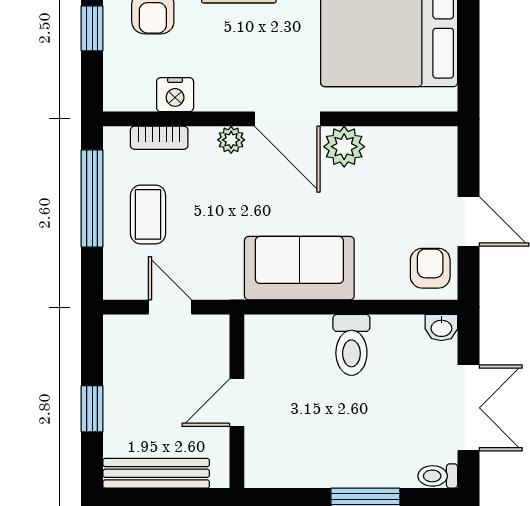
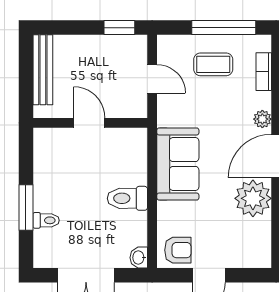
plant: (344, 147) -> (253, 198), width x1.36, depth x1.36
door: (170, 307) -> (152, 79), hinge flipped
window: (92, 409) -> (119, 28), moved
toilet: (438, 476) -> (46, 220), moved, turned 90

